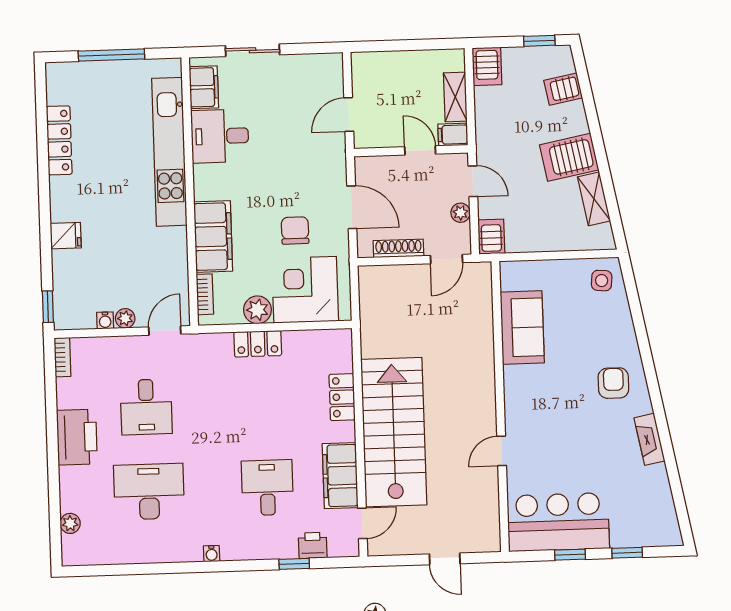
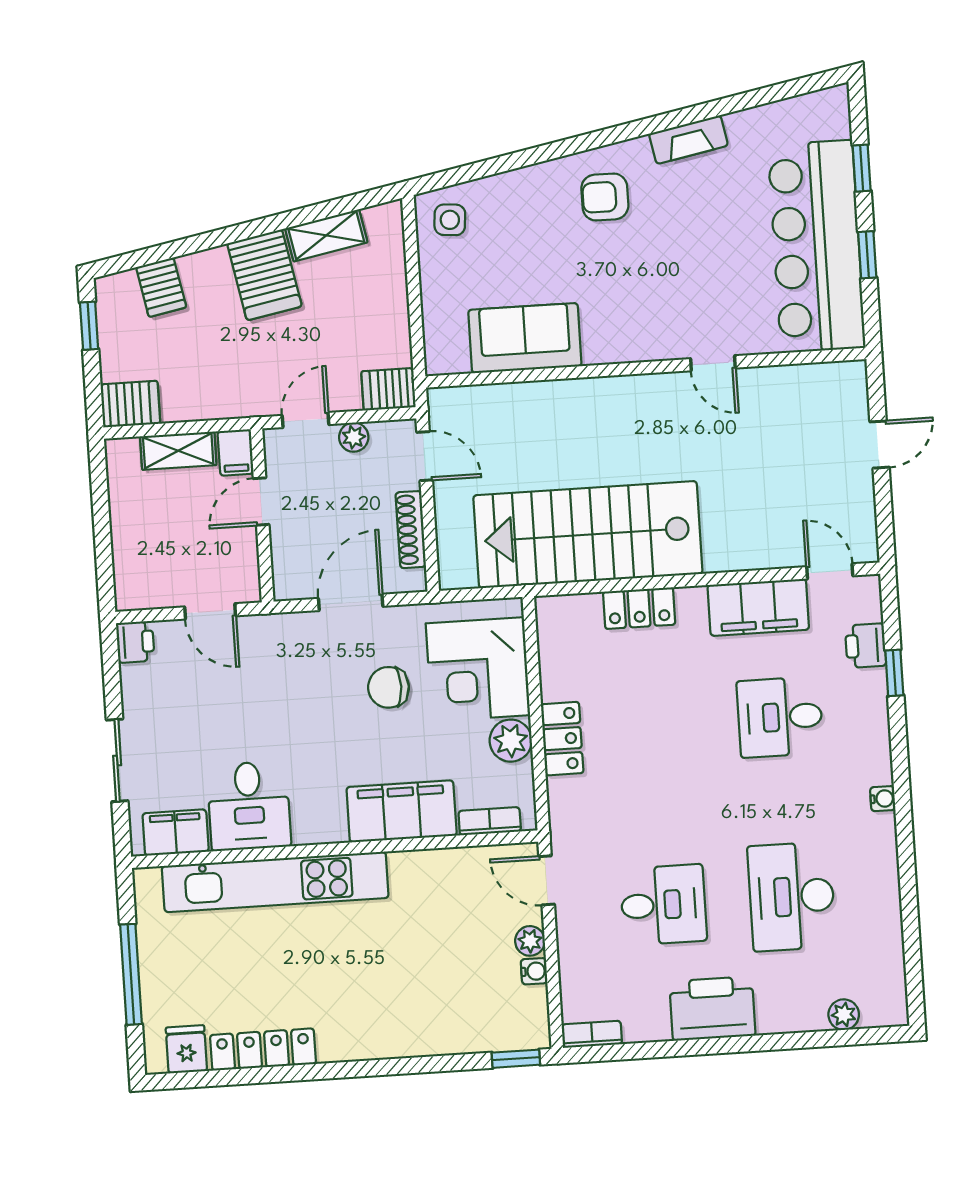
printer: (330, 65) -> (135, 642), added
fridge: (66, 236) -> (186, 1049), moved
stairs: (394, 432) -> (588, 535), moved
bar counter: (558, 522) -> (817, 246), width x1.36

